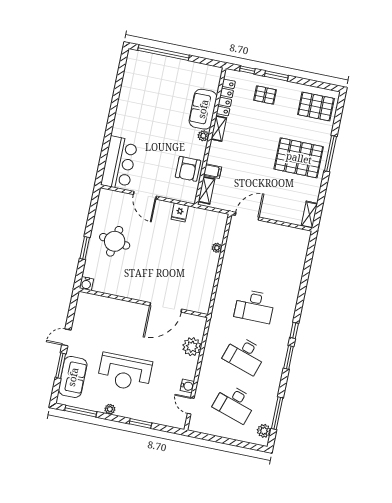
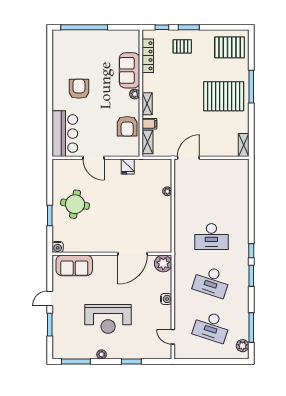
armchair: (144, 118) -> (79, 89), added
shelving: (219, 129) -> (147, 104), moved
plant: (192, 347) -> (163, 263), moved
sofa: (73, 377) -> (74, 265), moved, turned 90
water cooler: (187, 386) -> (166, 299), moved

